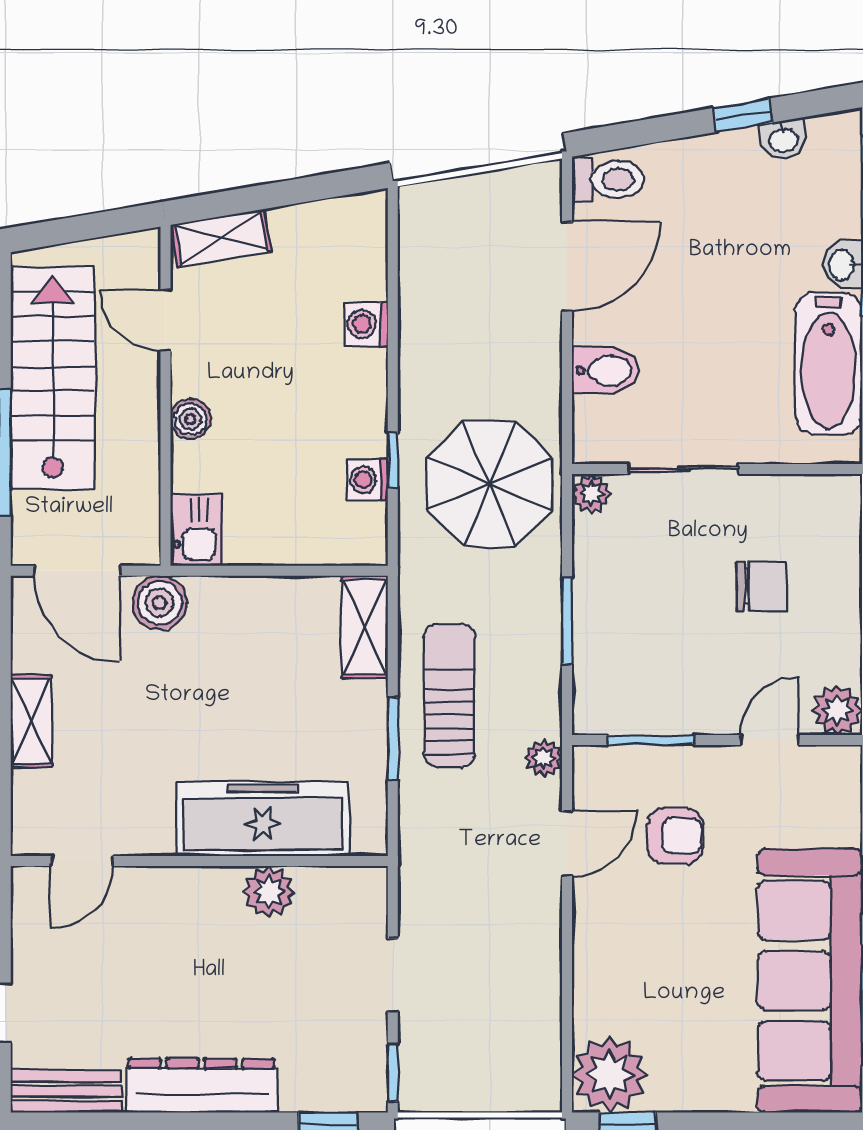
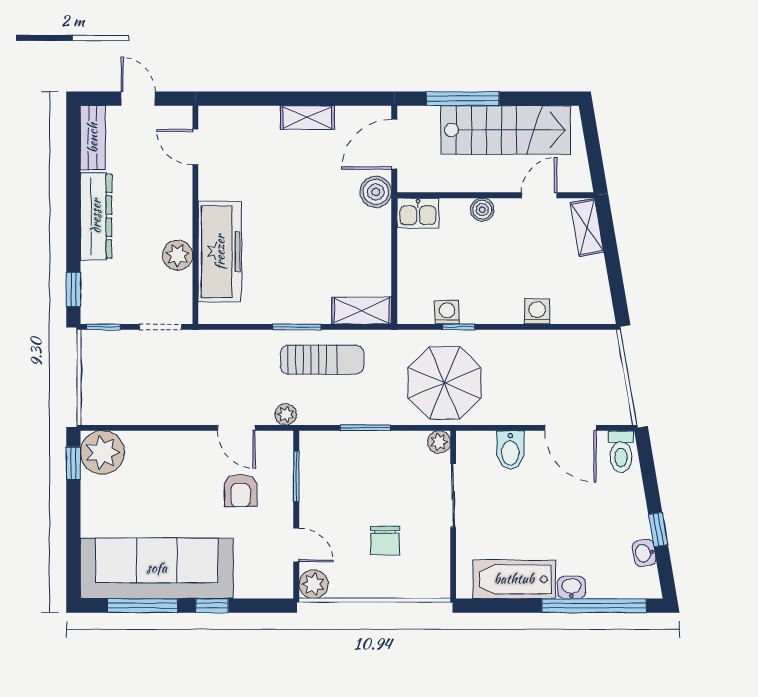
freezer: (263, 819) -> (220, 252), moved
door: (82, 861) -> (195, 147), moved
wall: (199, 861) -> (195, 215), moved
plant: (269, 892) -> (178, 255), moved

